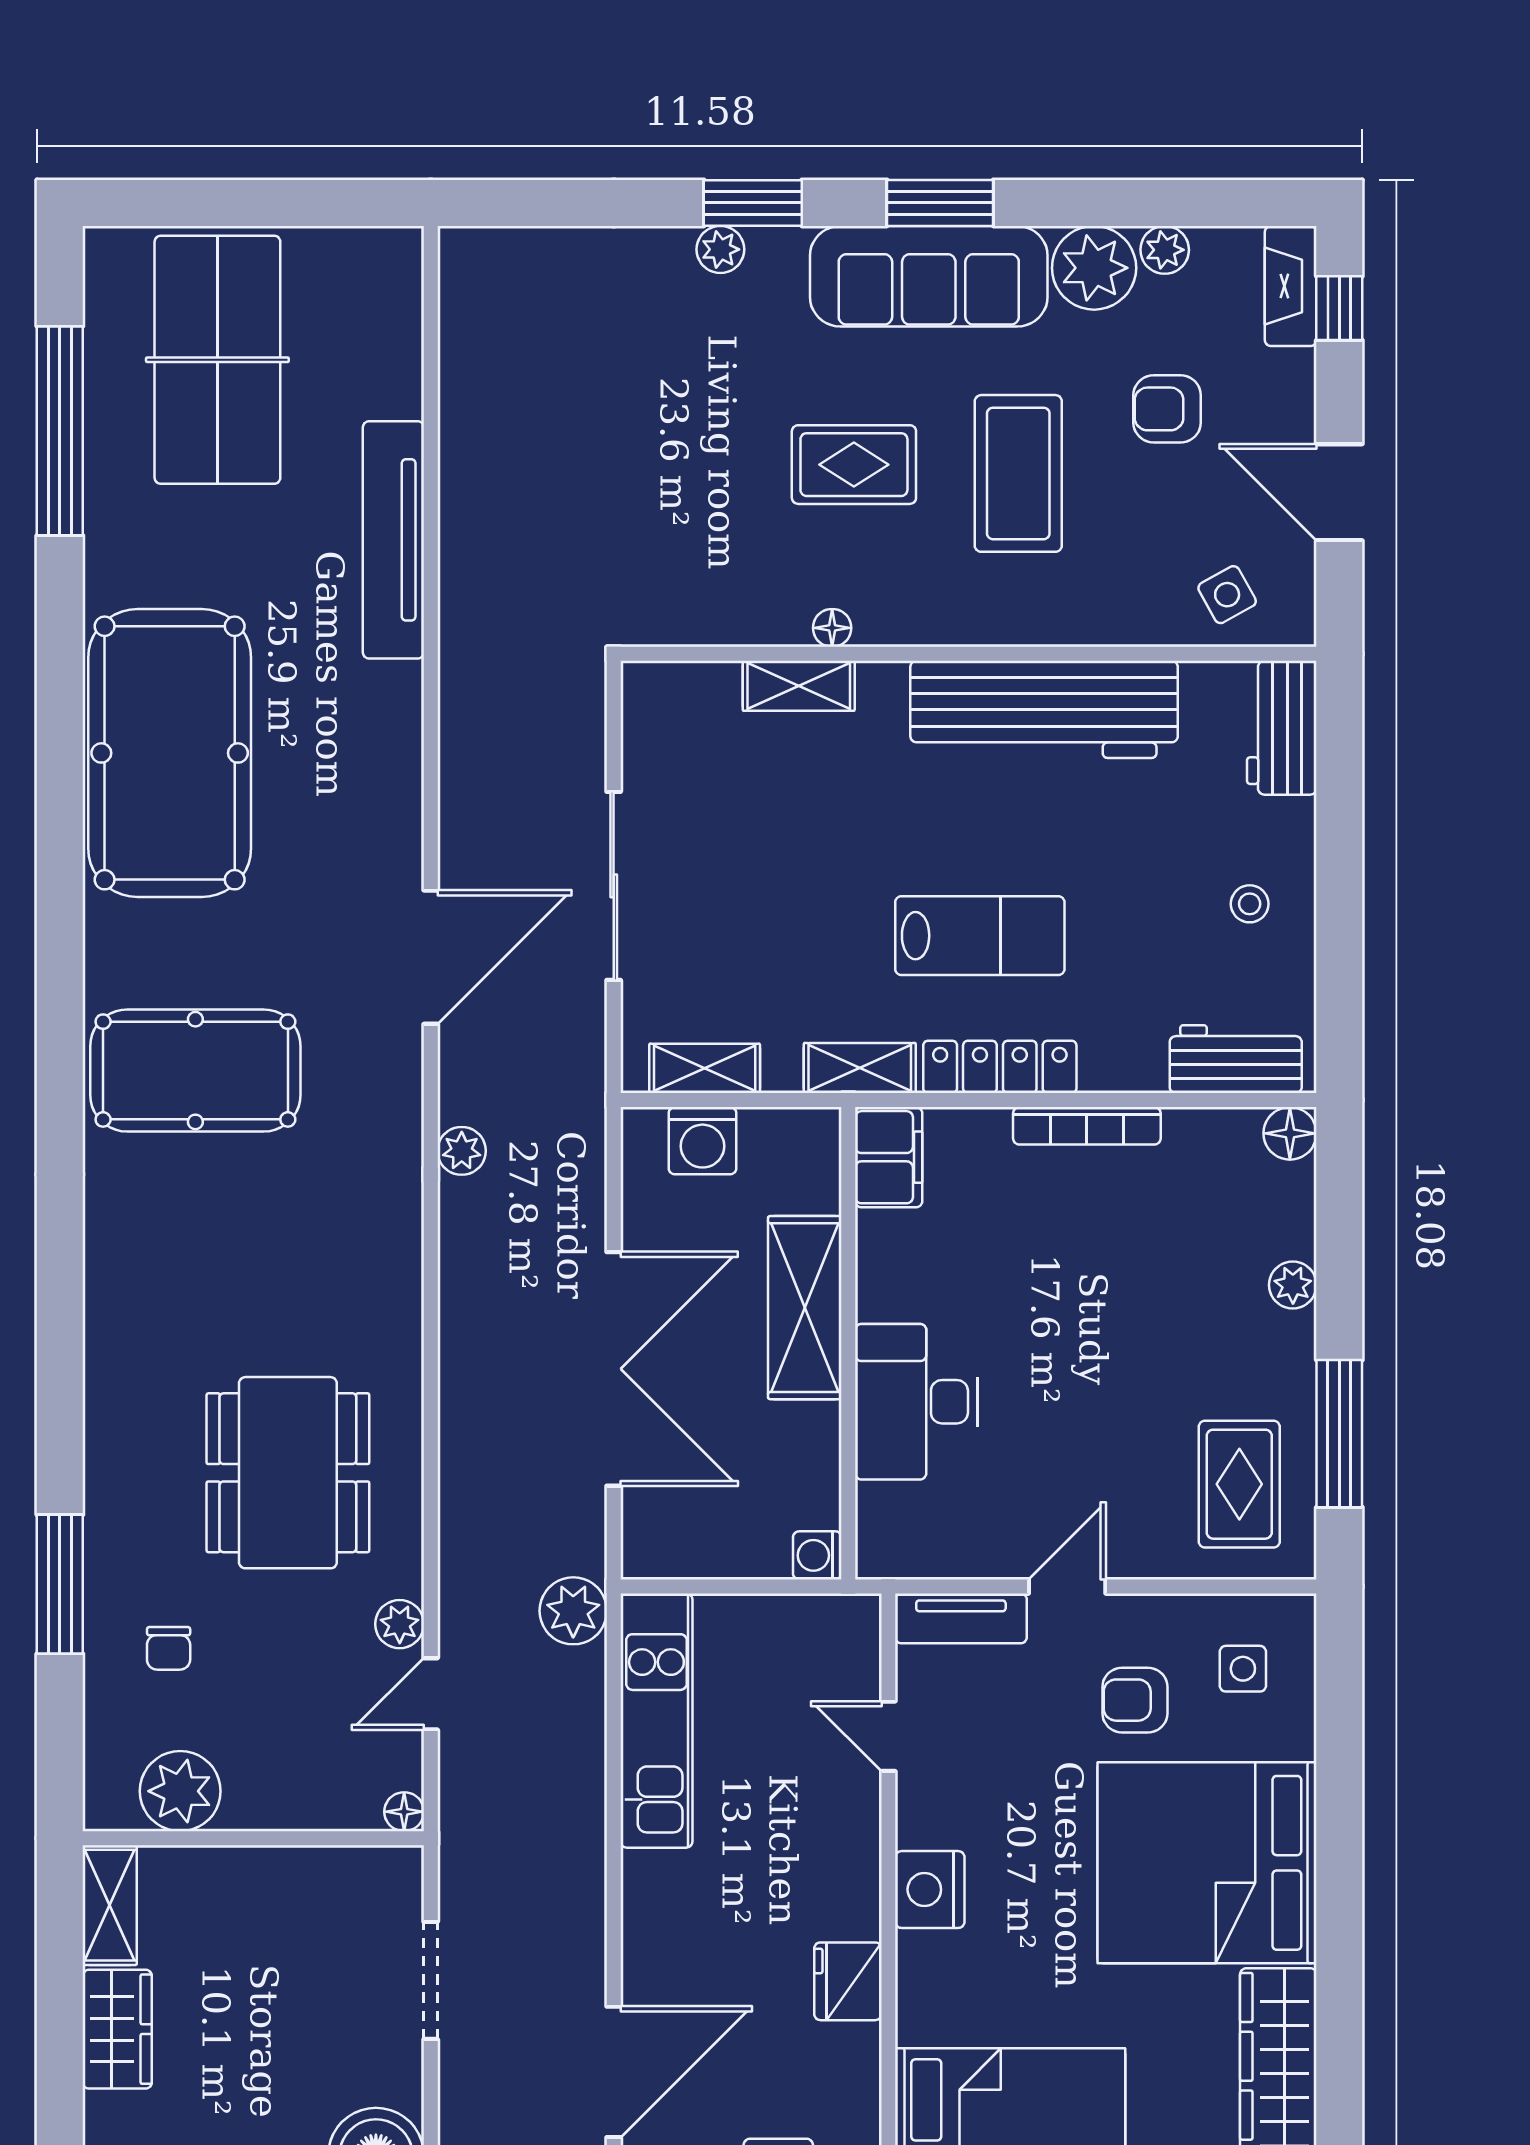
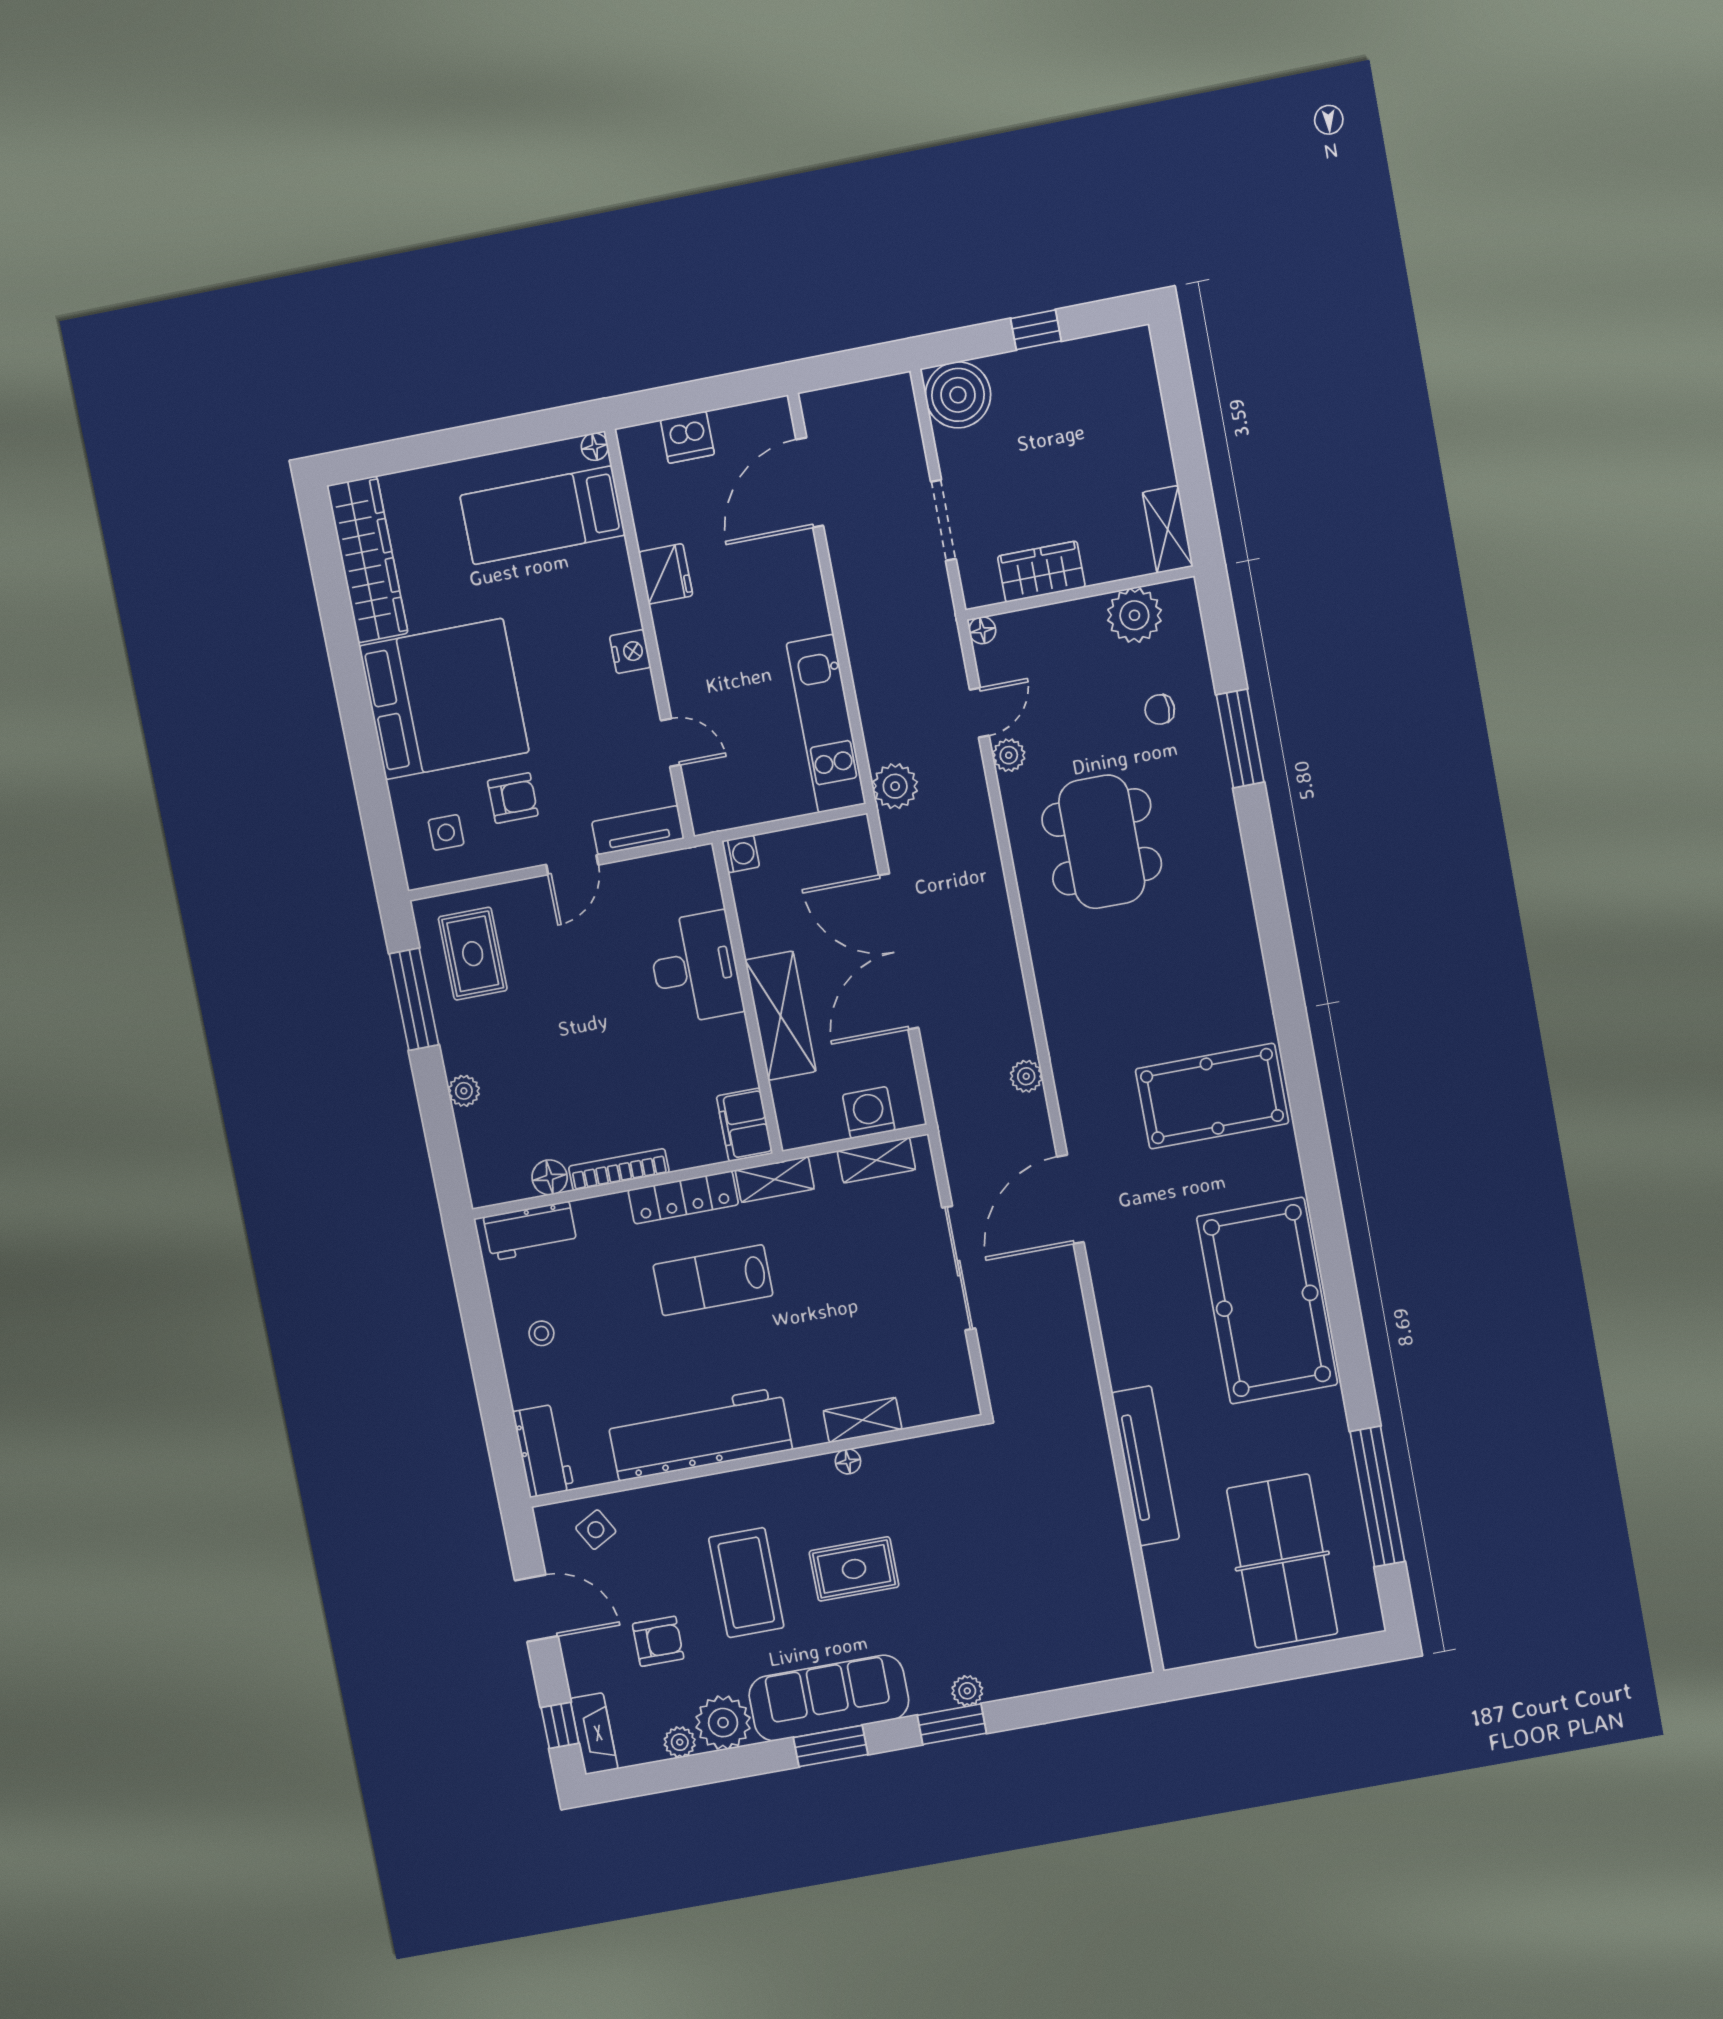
floor lamp: (1290, 1133) -> (550, 1177), moved
chair: (169, 1648) -> (1160, 709), turned -90
nightstand: (930, 1890) -> (630, 652), width x0.74, depth x0.75
wardrobe: (117, 2029) -> (1041, 572), moved, turned 90

